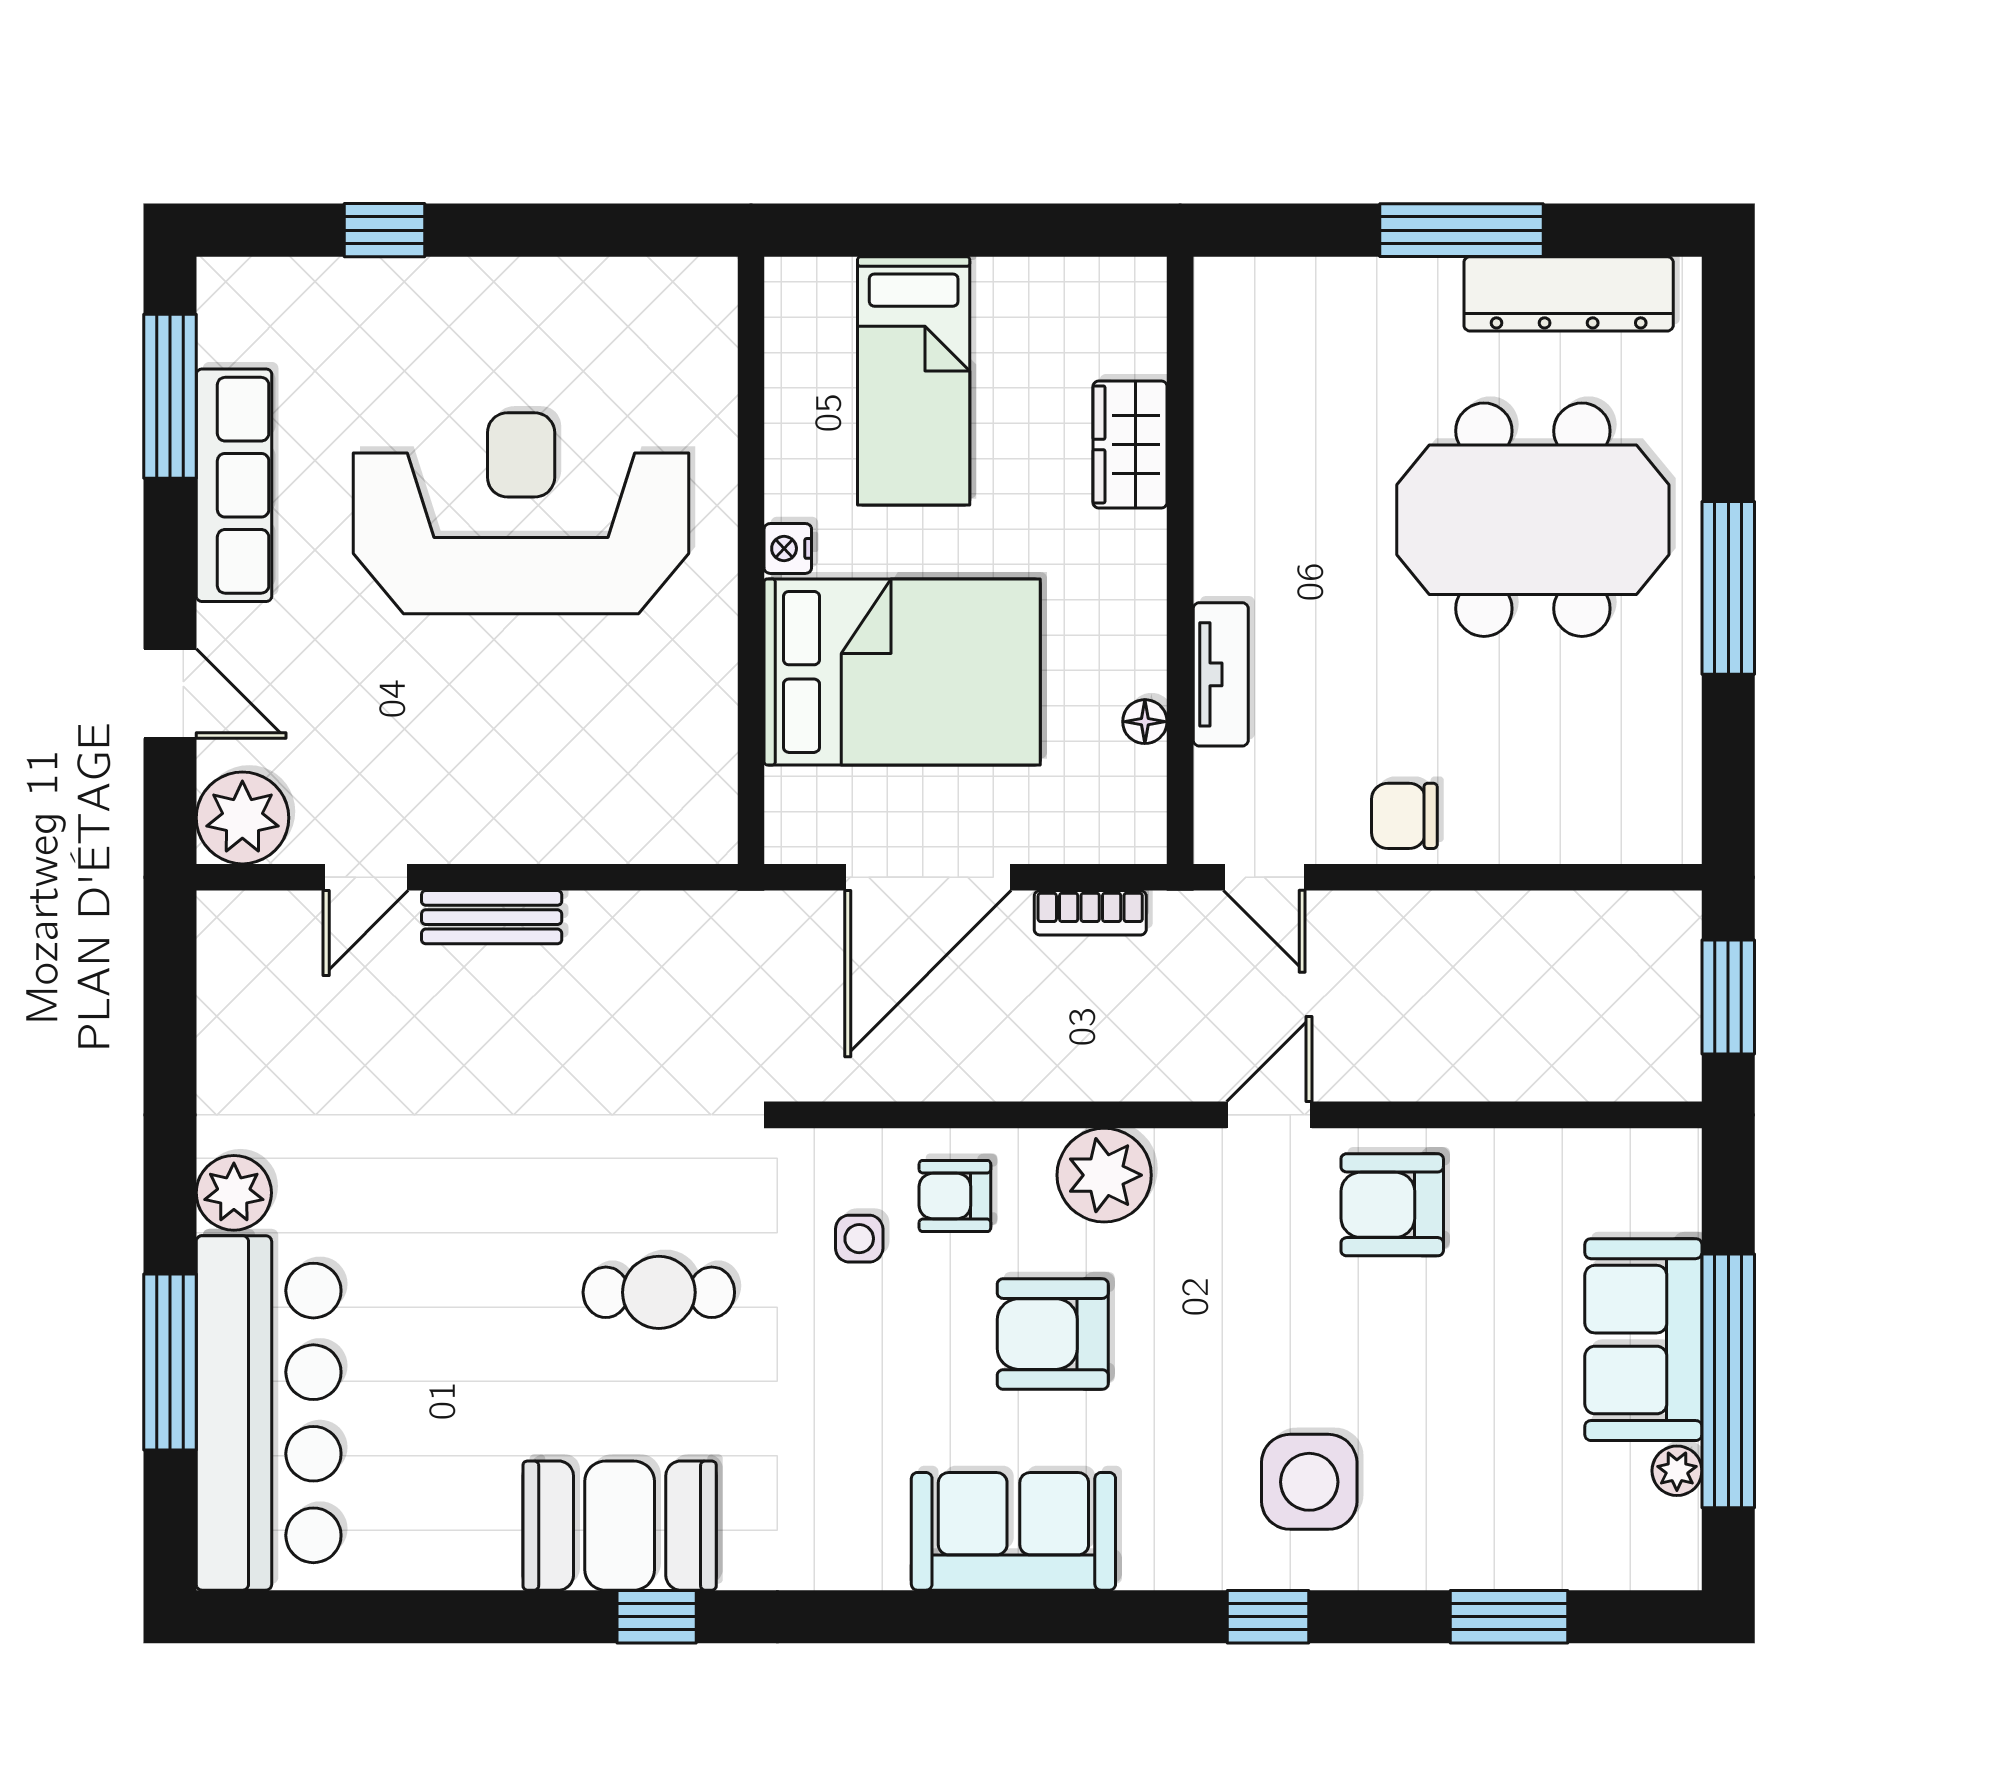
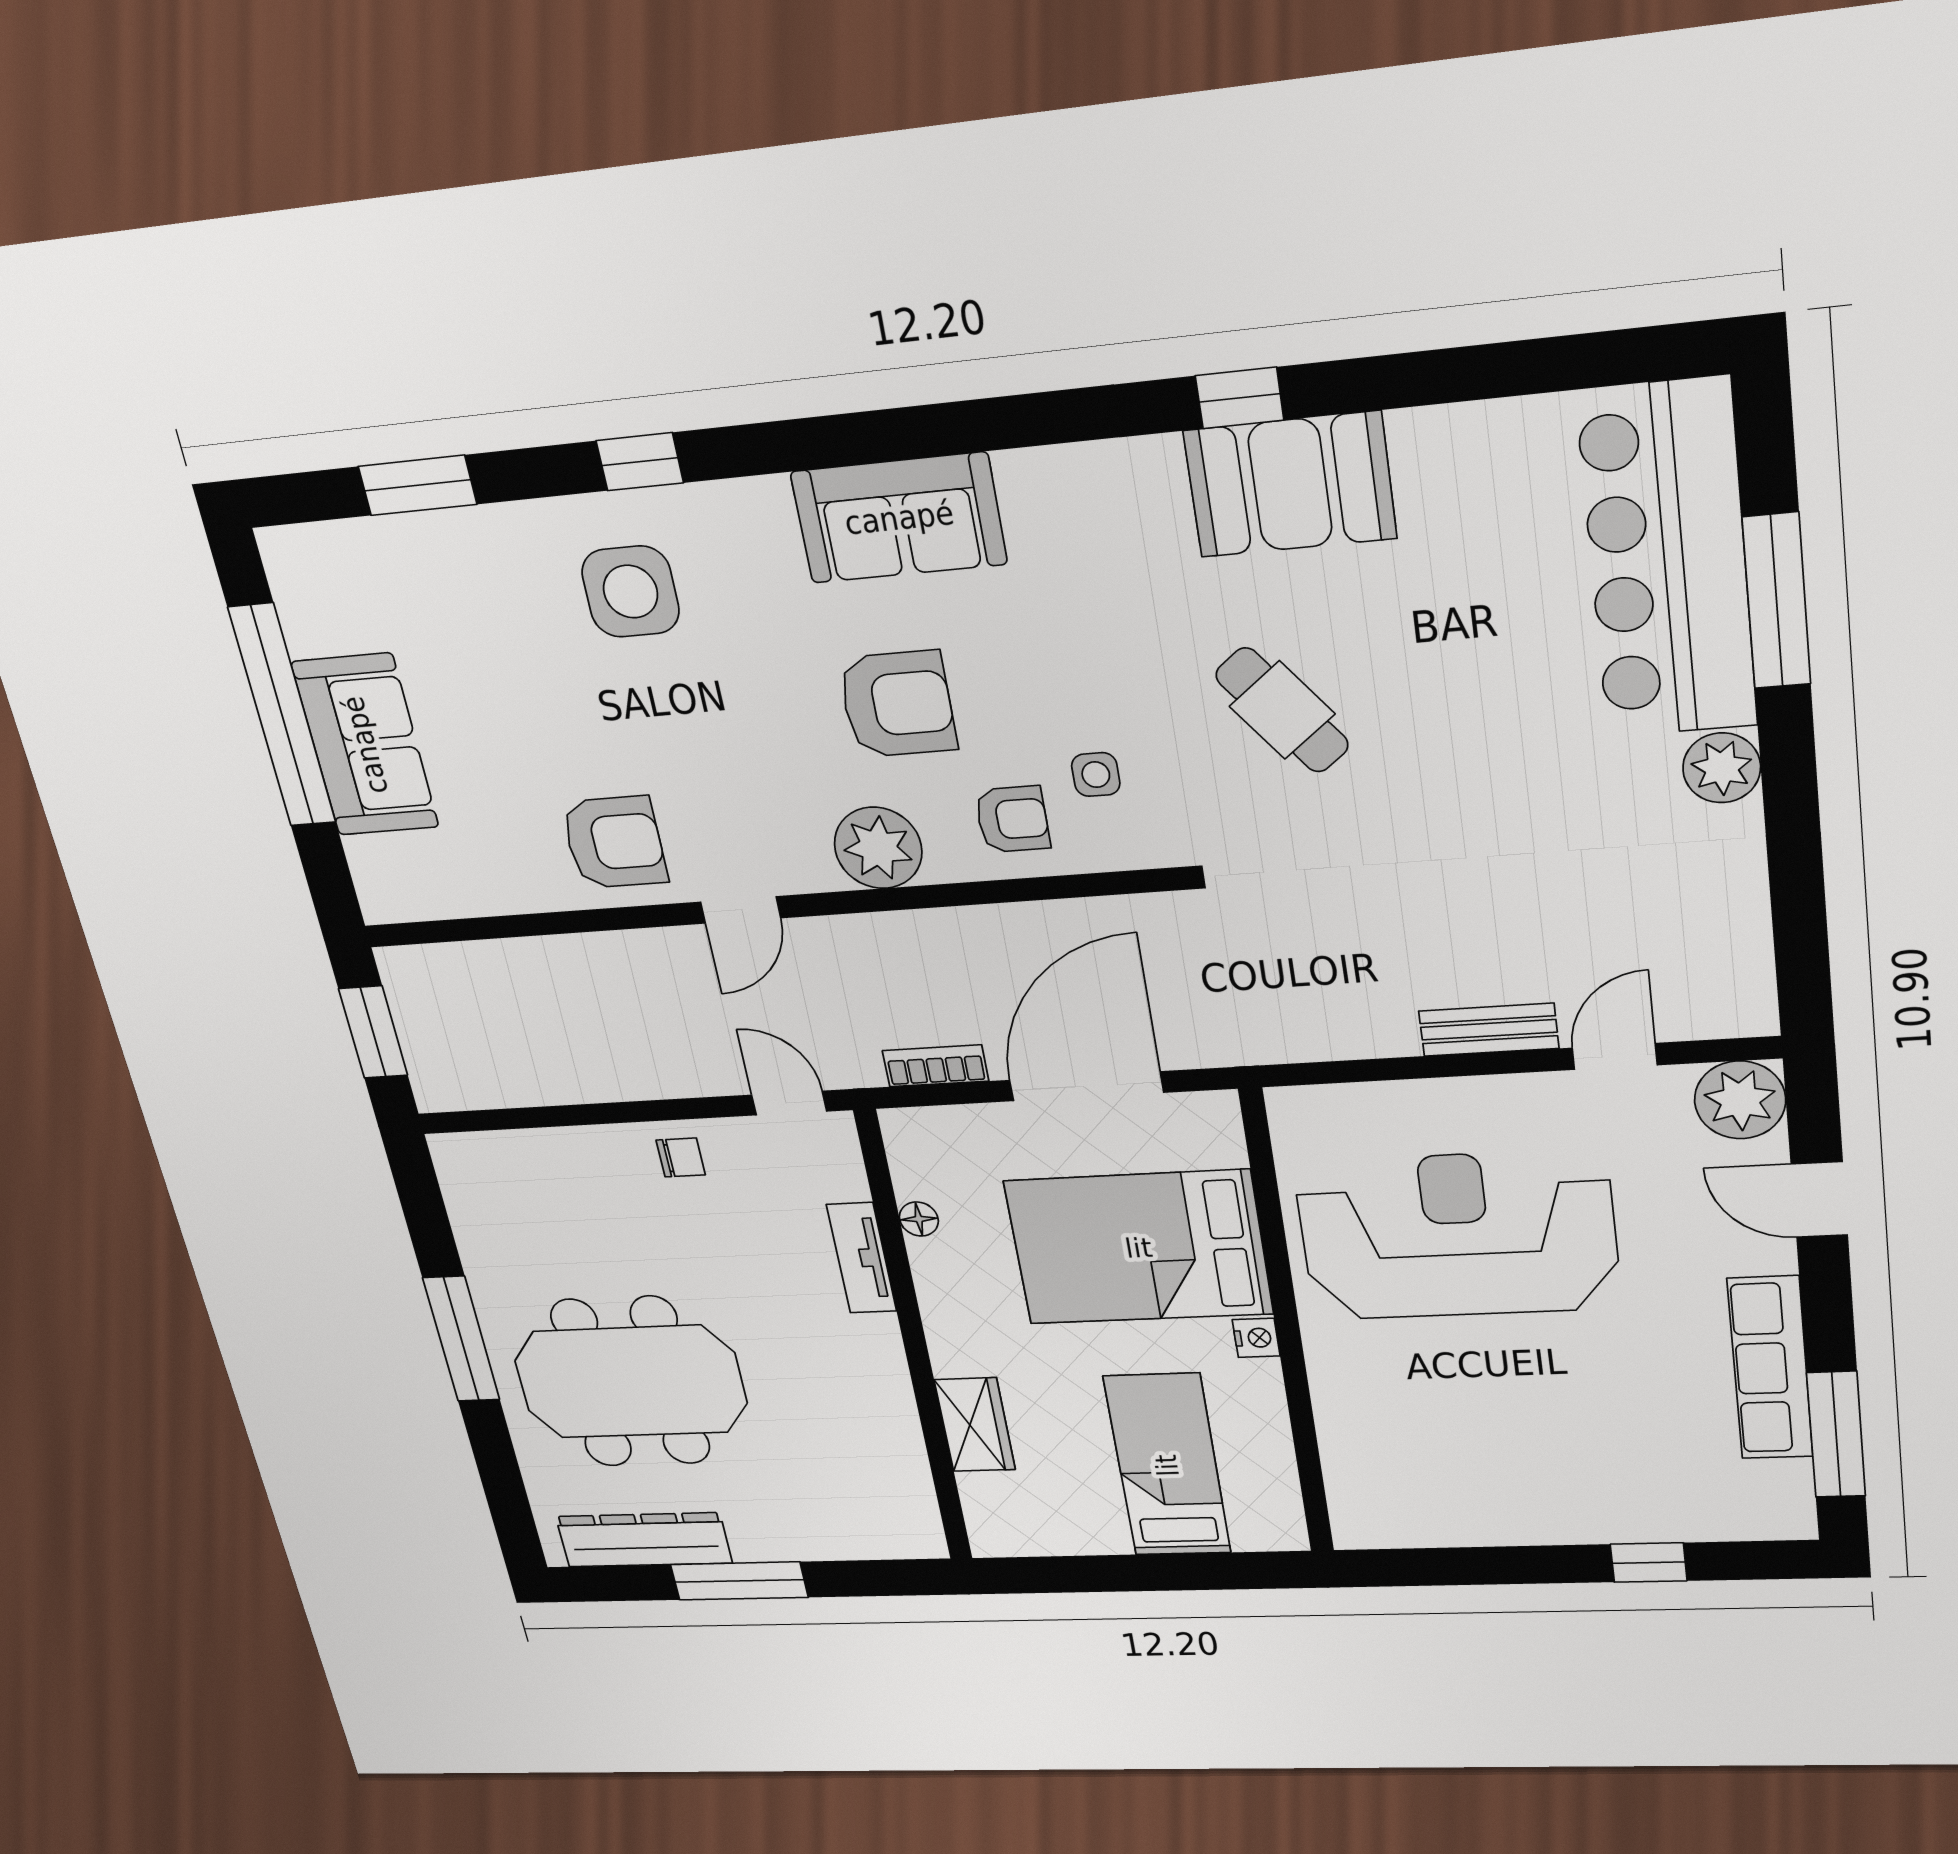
reception desk: (521, 513) -> (1458, 1236), moved, turned 180
chair: (1404, 816) -> (681, 1158), width x0.73, depth x0.73
cafe table: (659, 1292) -> (1282, 710), turned 52
plant: (1677, 1471) -> (304, 633), removed

